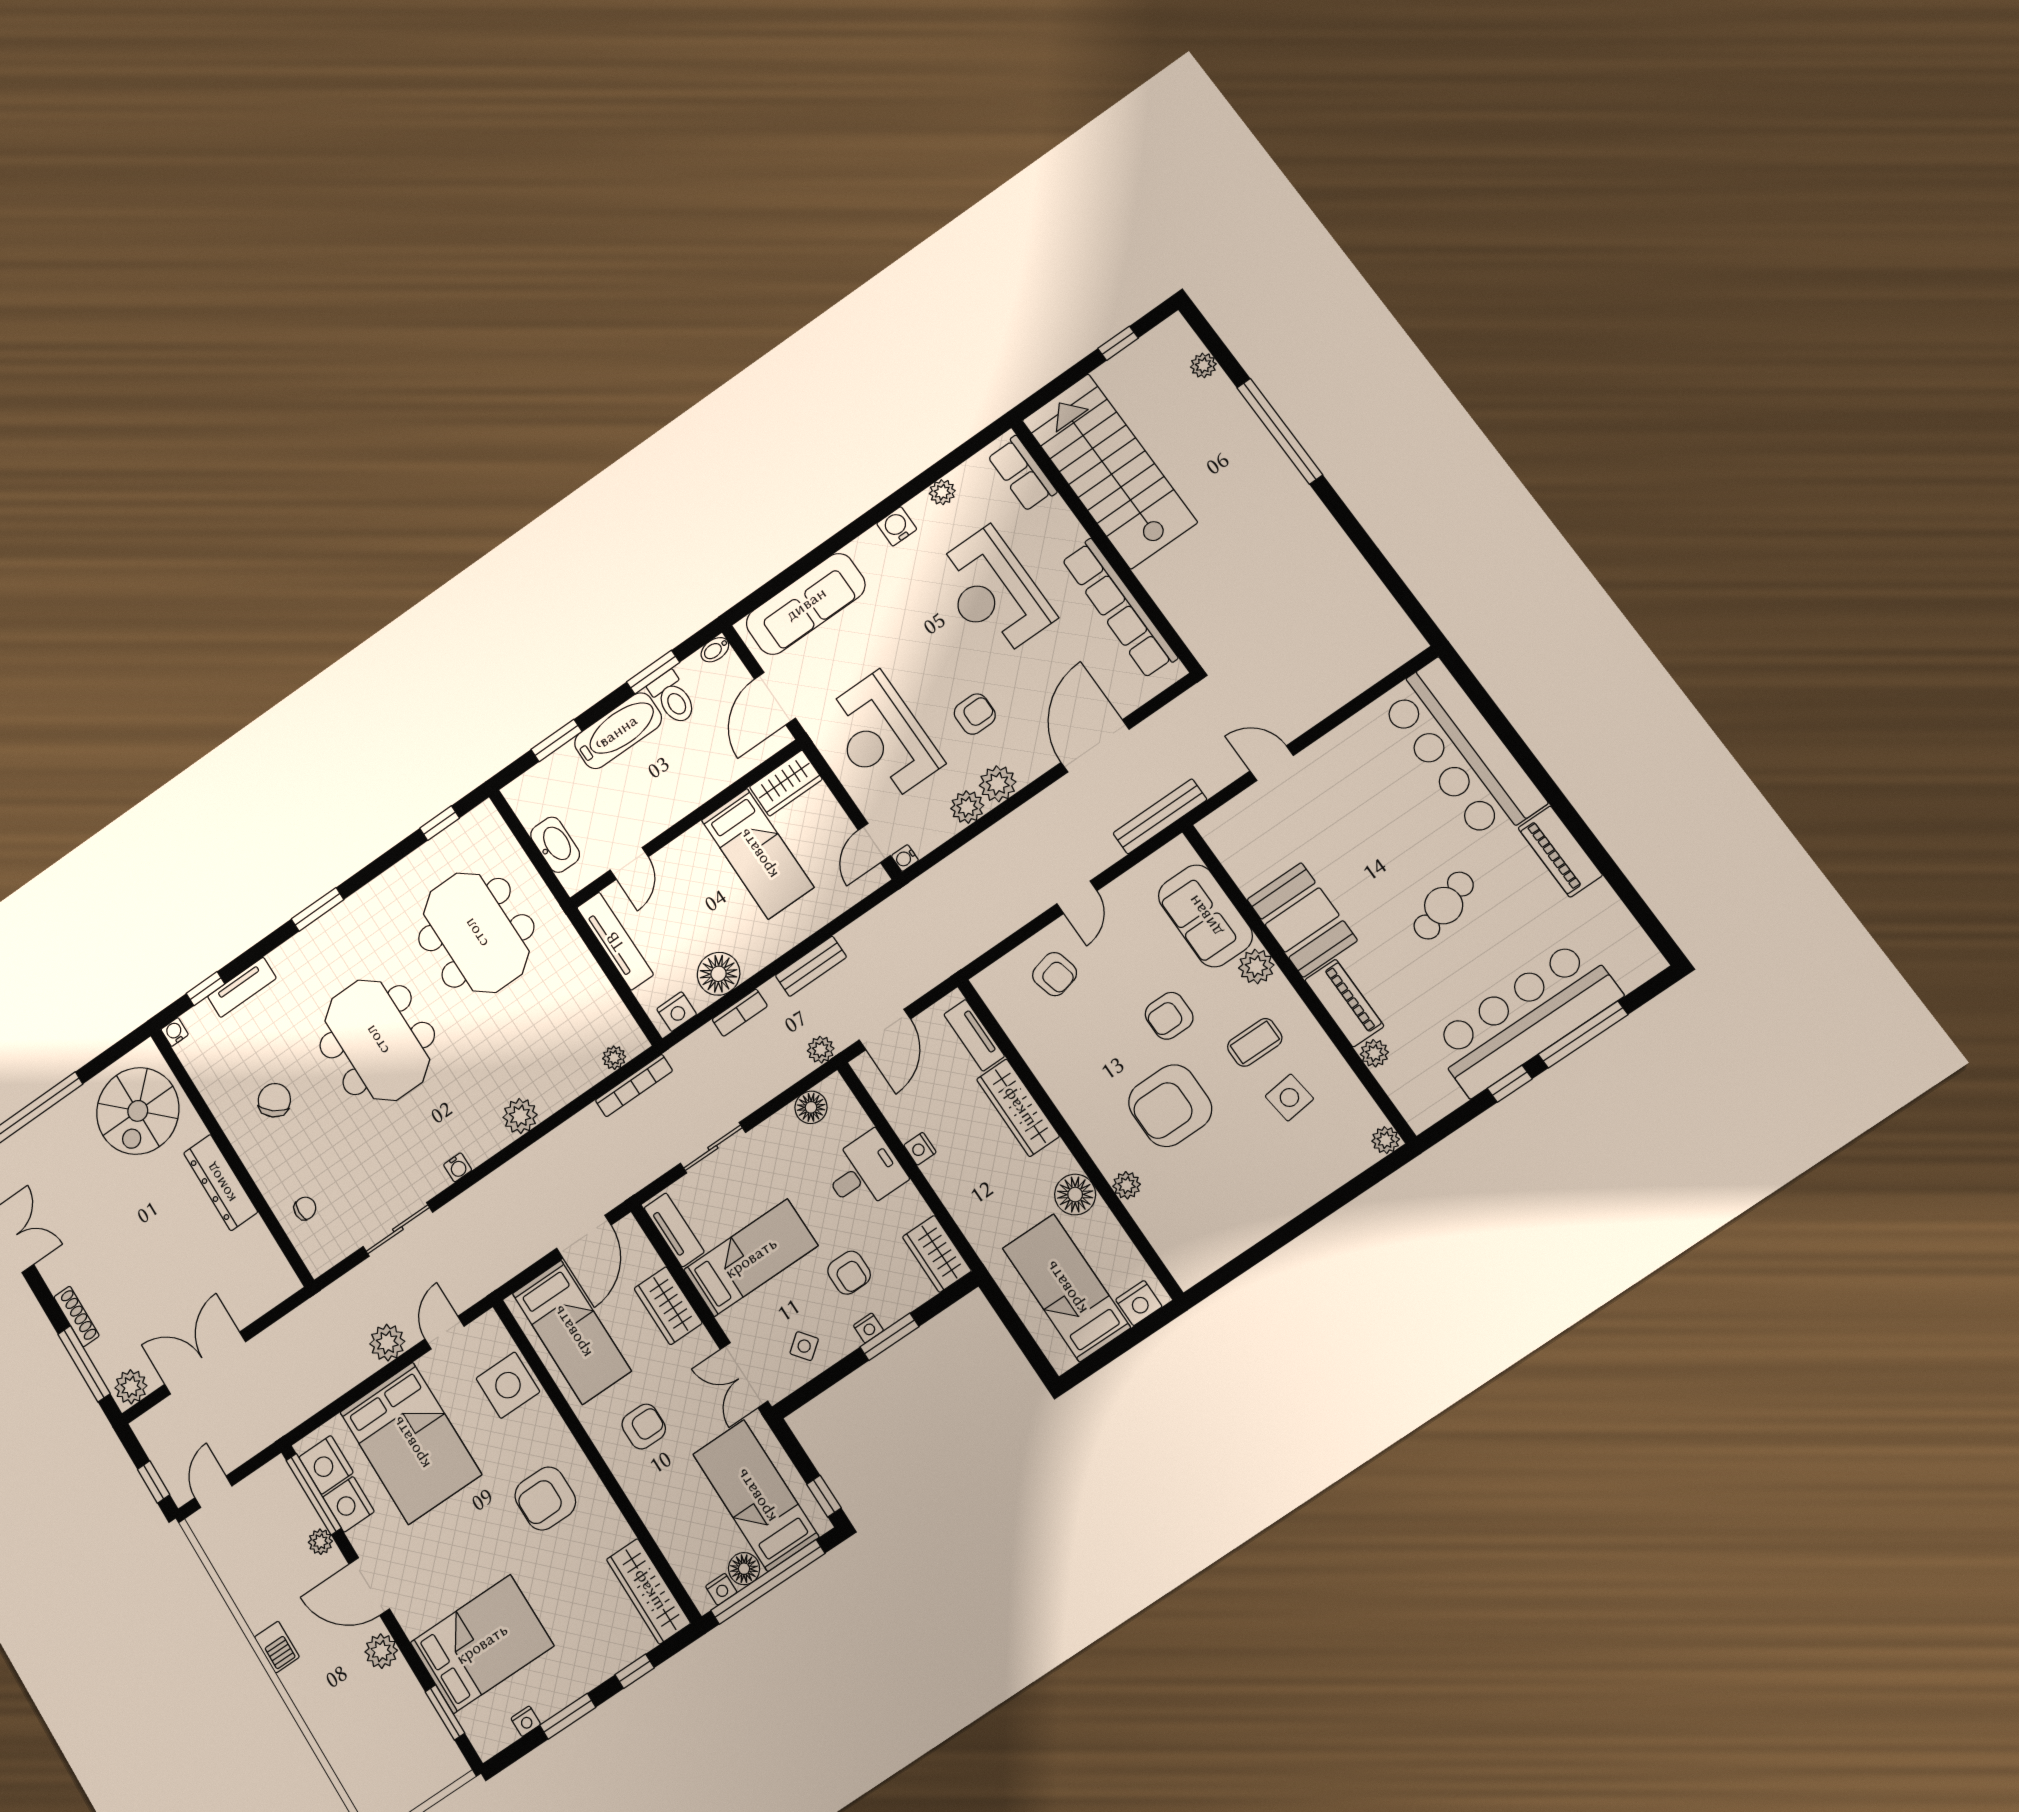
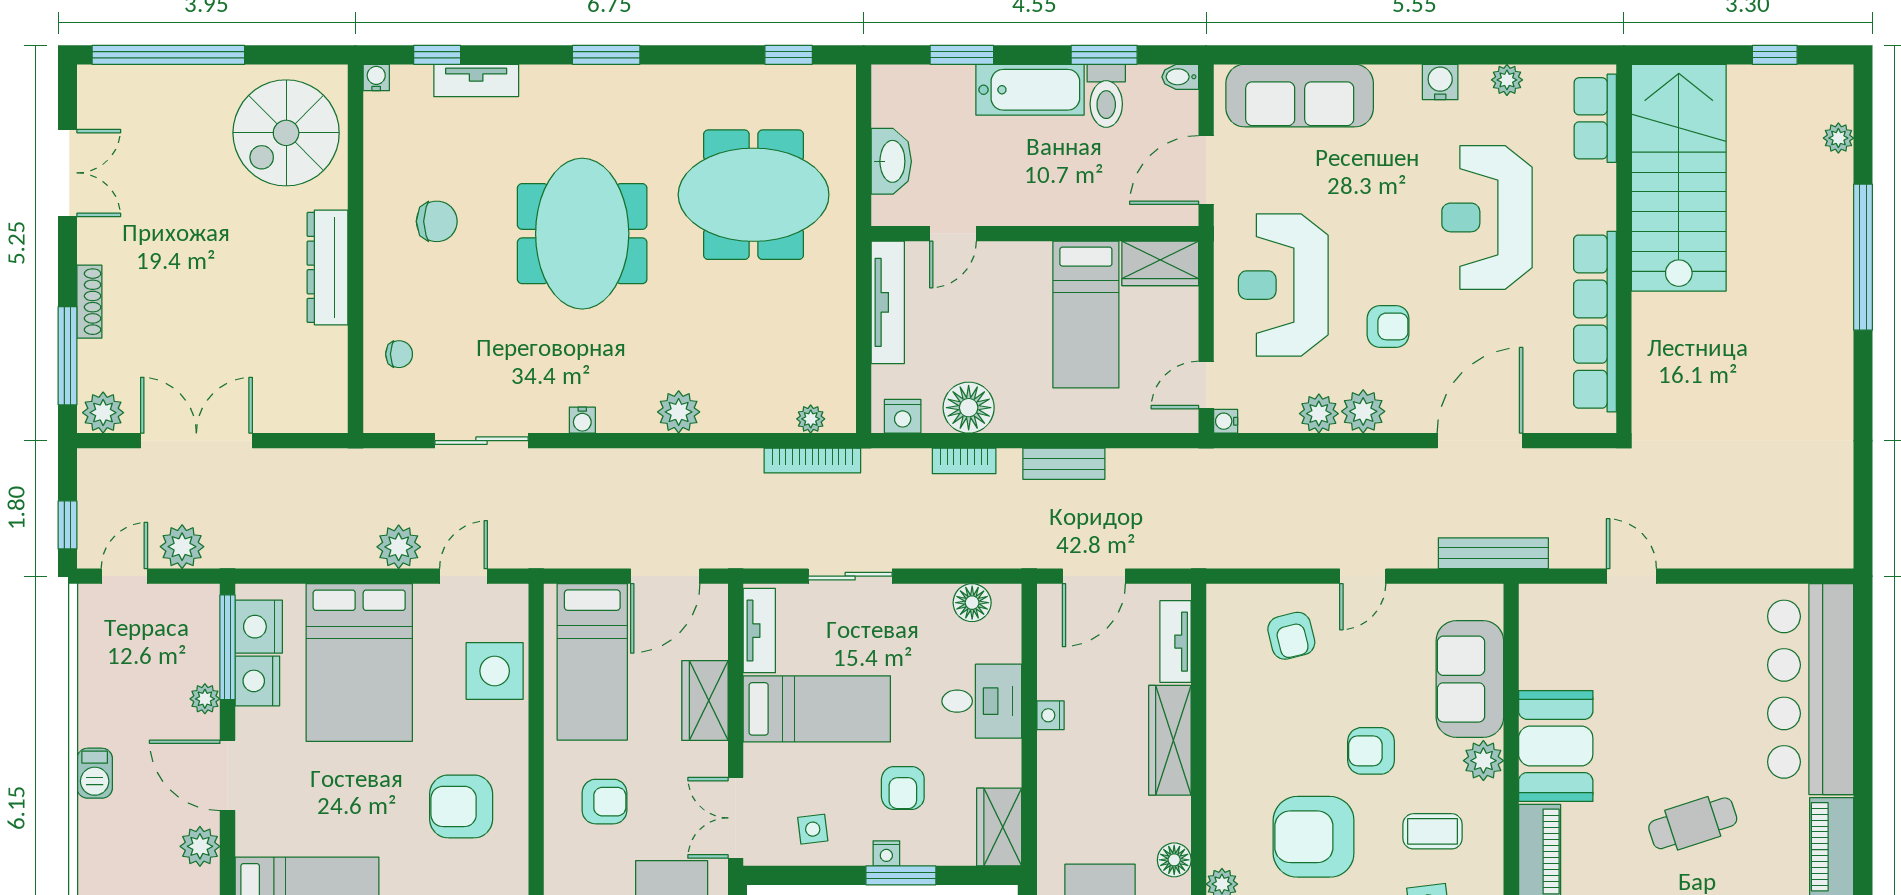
meeting table: (476, 933) -> (754, 195), turned 90
plant: (821, 1050) -> (182, 547), moved, width x1.38, depth x1.38
chair: (274, 1100) -> (437, 221), turned 50
floor lamp: (1075, 1195) -> (1174, 860), width x0.73, depth x0.73
side table: (804, 1346) -> (813, 829), turned 31

